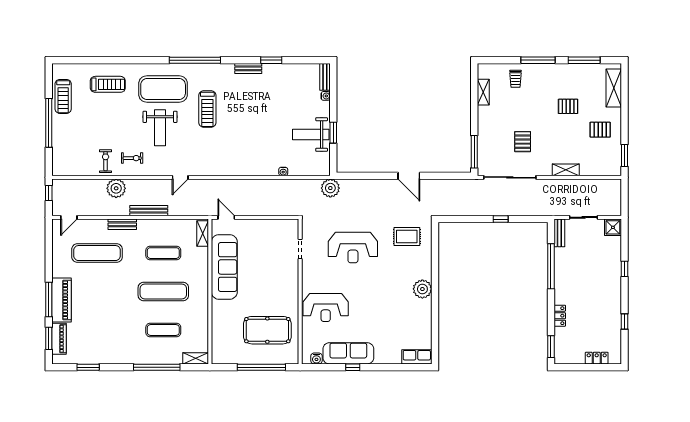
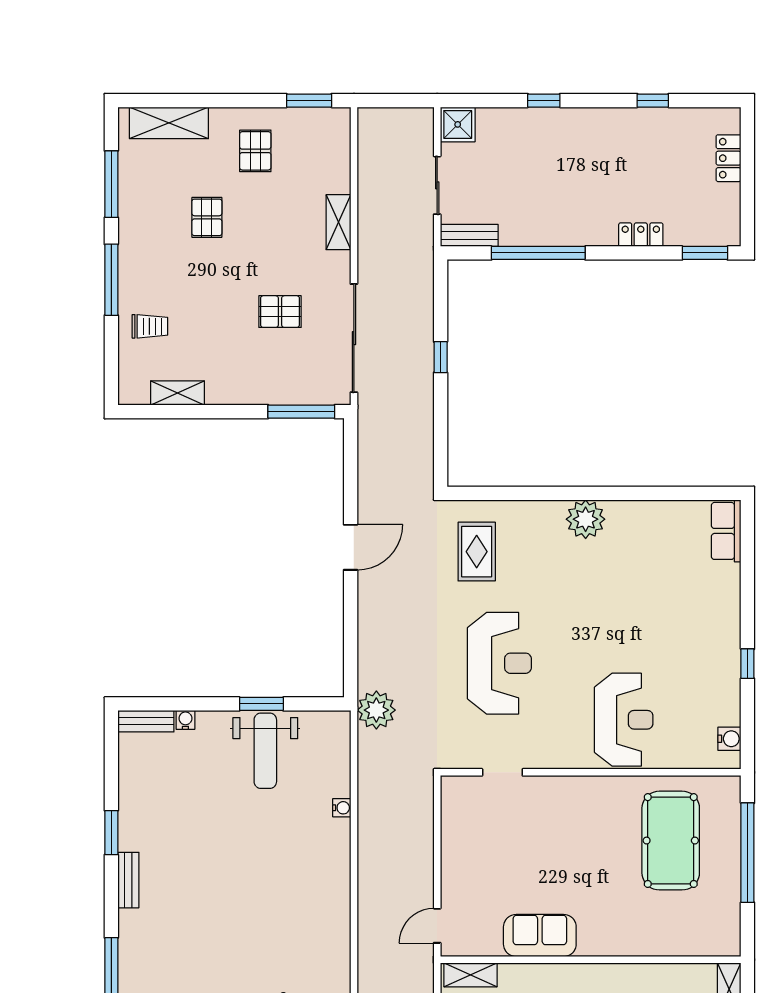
treadmill: (207, 109) -> (212, 965), removed
sofa: (224, 267) -> (540, 935), width x0.54, depth x0.79
sofa: (348, 353) -> (719, 673), removed

